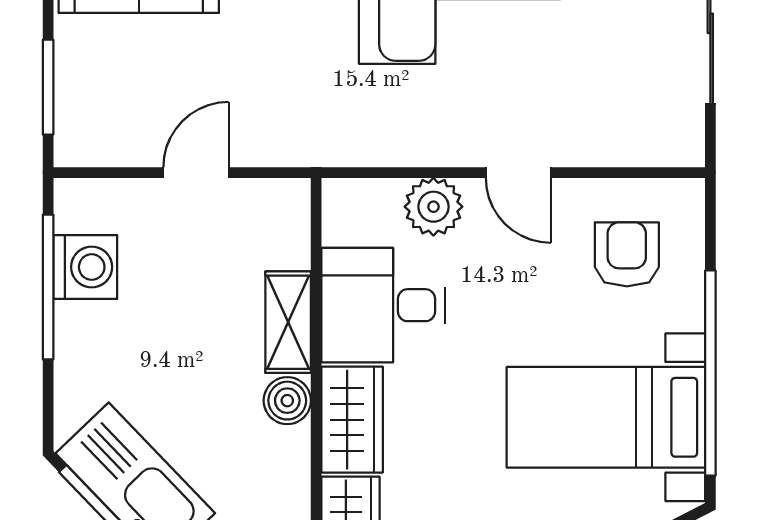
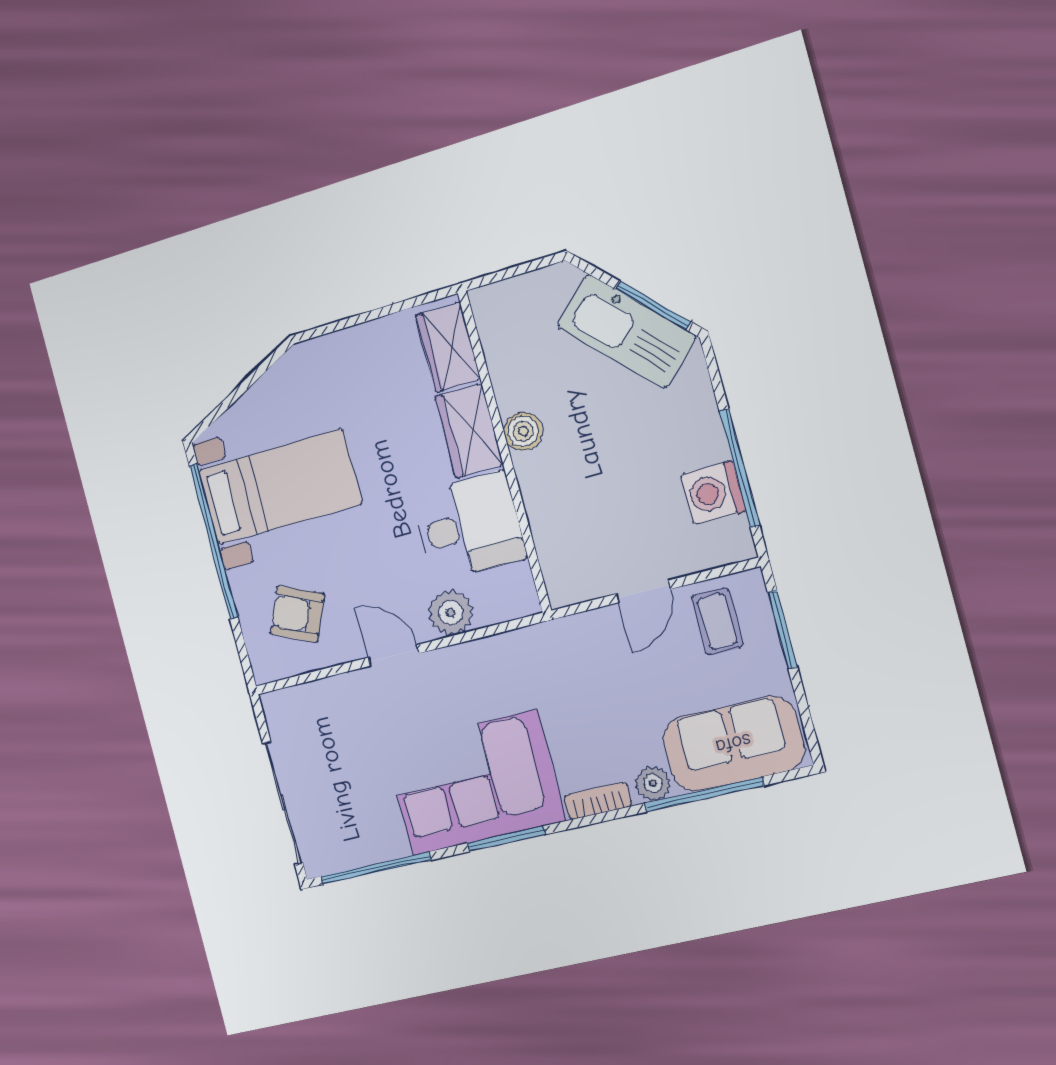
coffee table: (120, 115) -> (717, 621), added
armchair: (627, 254) -> (297, 614), turned 114
shelving: (288, 322) -> (539, 493), removed

